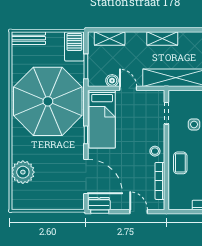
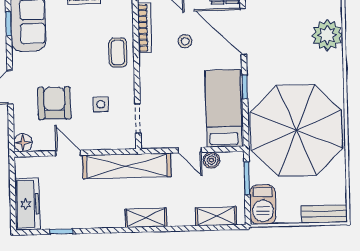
stool: (155, 151) -> (185, 41), moved

